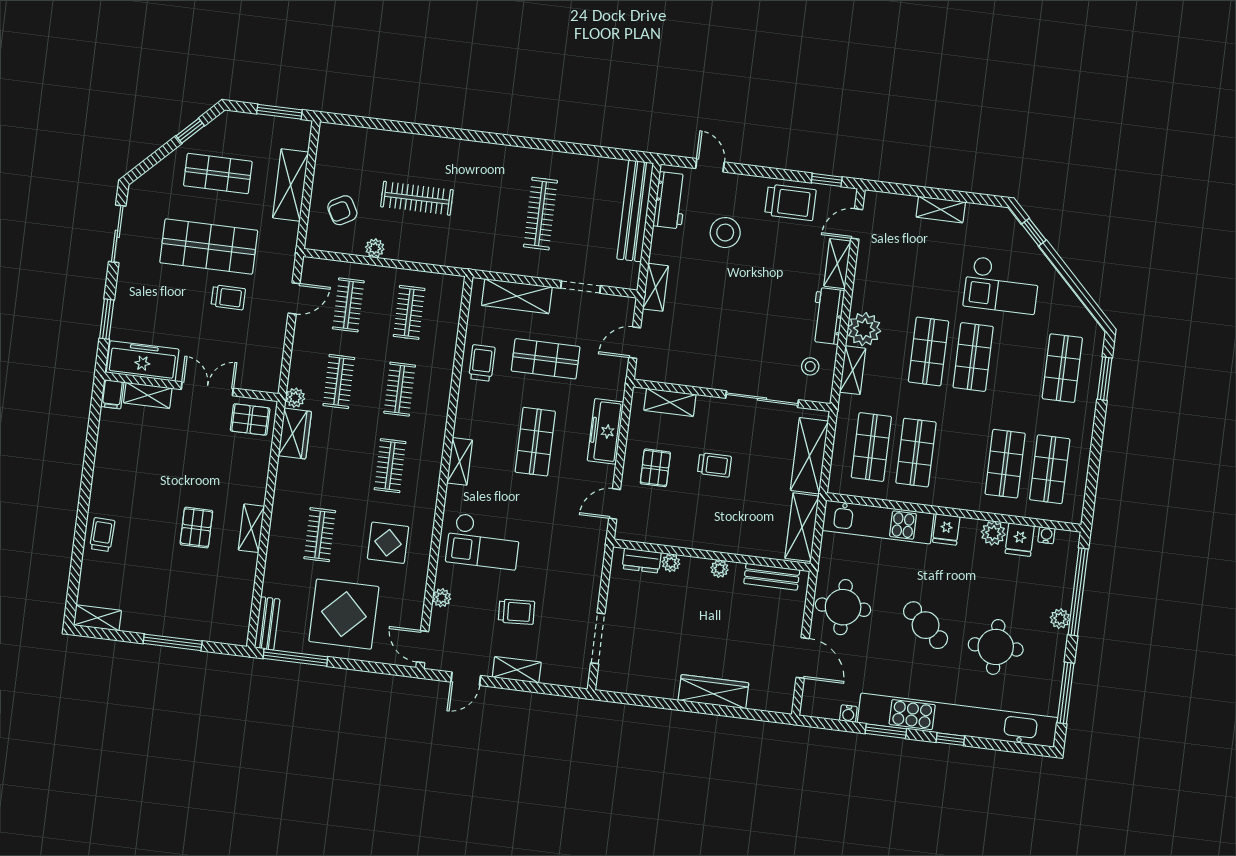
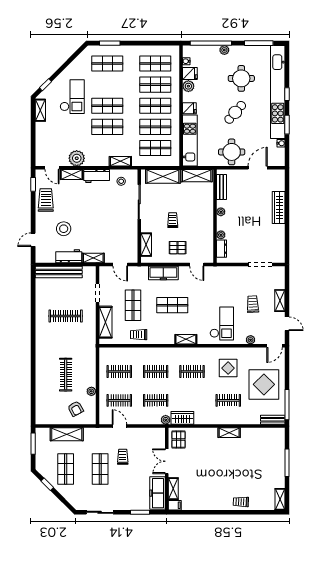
workbench: (670, 200) -> (69, 256), moved
shelving: (941, 209) -> (40, 110), moved
shop shelf: (209, 247) -> (100, 469), width x0.70, depth x0.74
plant: (864, 329) -> (77, 158), moved
shop shelf: (961, 458) -> (155, 106), added
pallet: (196, 528) -> (232, 458), removed

